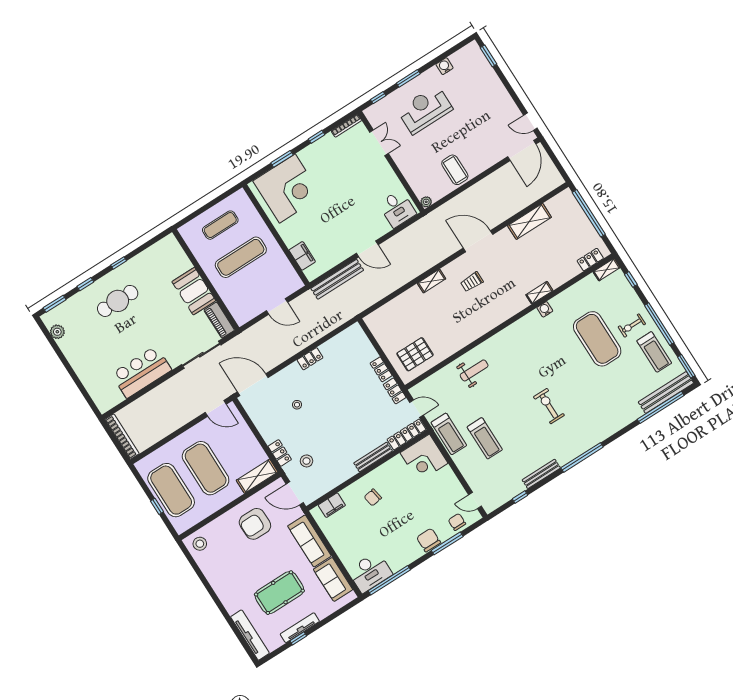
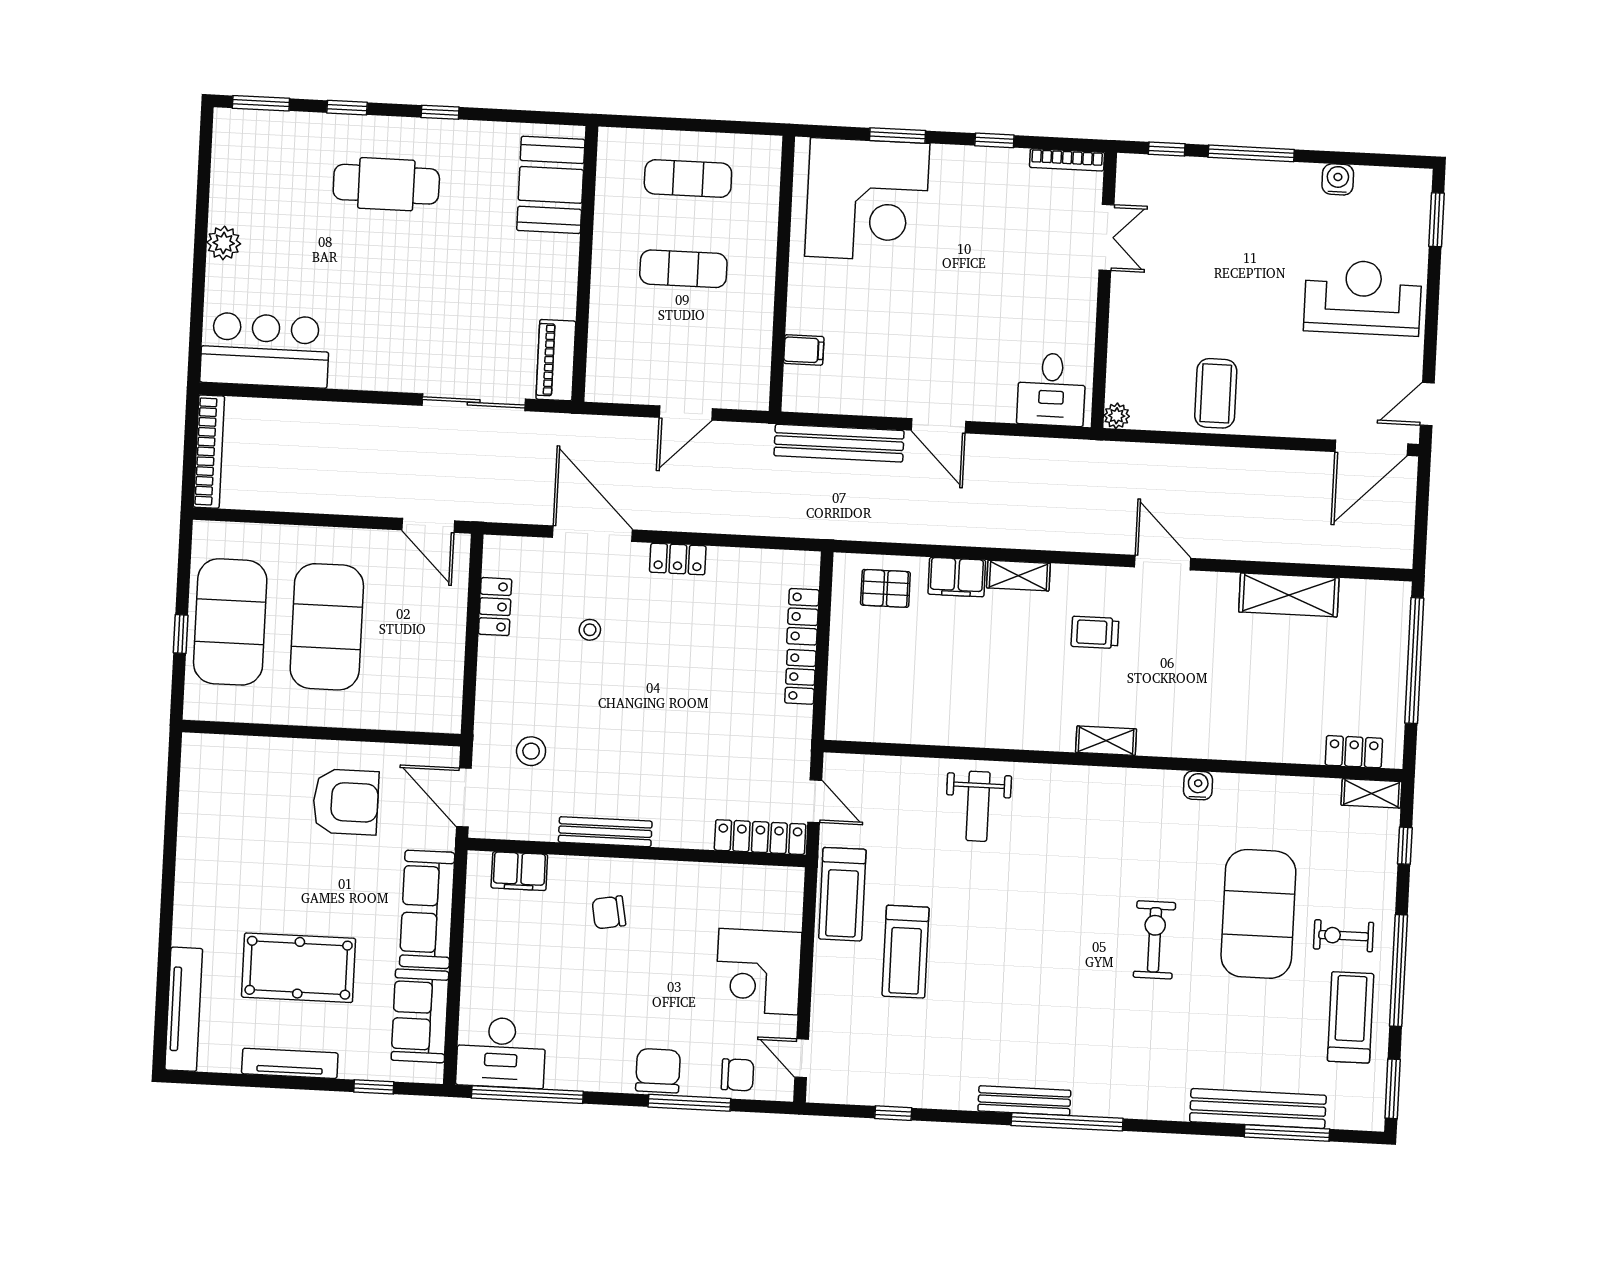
window: (408, 78) -> (1251, 153), width x1.44
reception desk: (425, 109) -> (1363, 298), moved
door: (530, 122) -> (1427, 404), hinge flipped
door: (478, 241) -> (1163, 563), width x0.73
filing cabinet: (302, 256) -> (804, 350), width x0.50
exercise mat: (241, 257) -> (683, 269), width x0.73, depth x0.69
booth: (194, 291) -> (551, 185), moved
shelving: (539, 293) -> (1106, 741), moved
filing cabinet: (411, 297) -> (957, 577), added
door: (277, 306) -> (686, 413), hinge flipped
plant: (57, 332) -> (224, 243), moved
treadmill: (654, 352) -> (1351, 1017), turned 180
pallet: (415, 354) -> (885, 588), moved, width x0.67, depth x0.71
weight bench: (474, 370) -> (978, 806), turned 90
bar counter: (141, 372) -> (265, 350), moved
door: (253, 385) -> (592, 534), moved
locker: (395, 391) -> (803, 617), moved
bench: (666, 392) -> (1258, 1108), moved
exercise bike: (549, 406) -> (1154, 940), moved
window: (661, 407) -> (1287, 1133), width x0.68
locker: (280, 453) -> (495, 607), moved
bench: (373, 457) -> (605, 832), moved
corner desk: (424, 458) -> (758, 972), moved
bench: (541, 474) -> (1024, 1101), moved
shelving: (257, 476) -> (415, 713), removed
chair: (457, 522) -> (737, 1075), turned 90
armchair: (255, 524) -> (346, 802), turned 180
stool: (200, 544) -> (212, 765), removed
window: (298, 638) -> (374, 1087), moved

